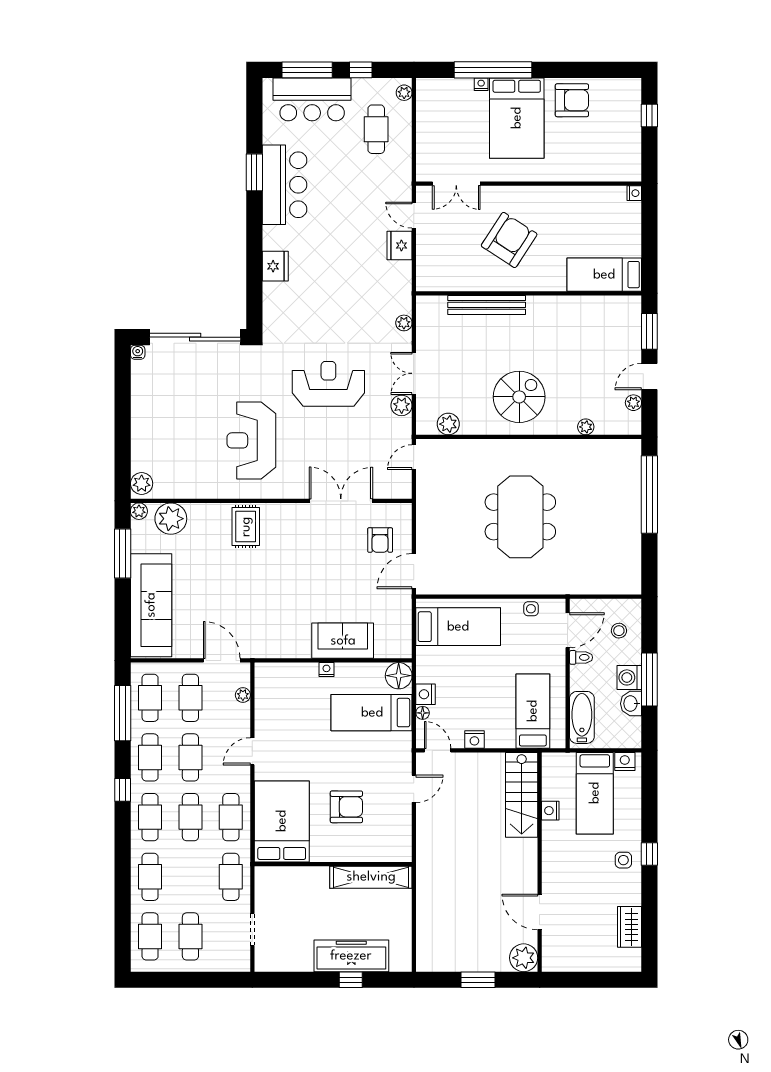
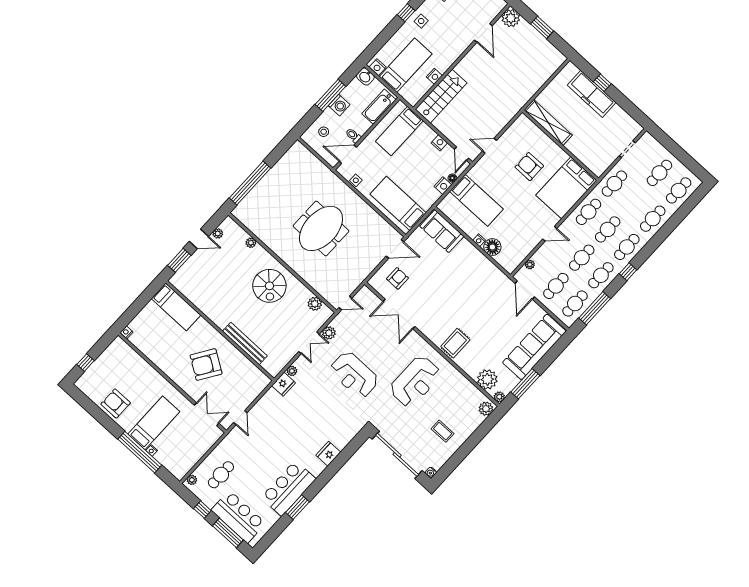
bed: (517, 118) -> (154, 423), width x0.67
fridge: (399, 245) -> (284, 384), moved
spiral stairs: (519, 397) -> (269, 286), turned -90
coffee table: (168, 412) -> (443, 431), added
sofa: (343, 641) -> (442, 231), moved
floor lamp: (399, 676) -> (492, 247), moved
washbasin: (631, 704) -> (365, 76), moved, turned 90

